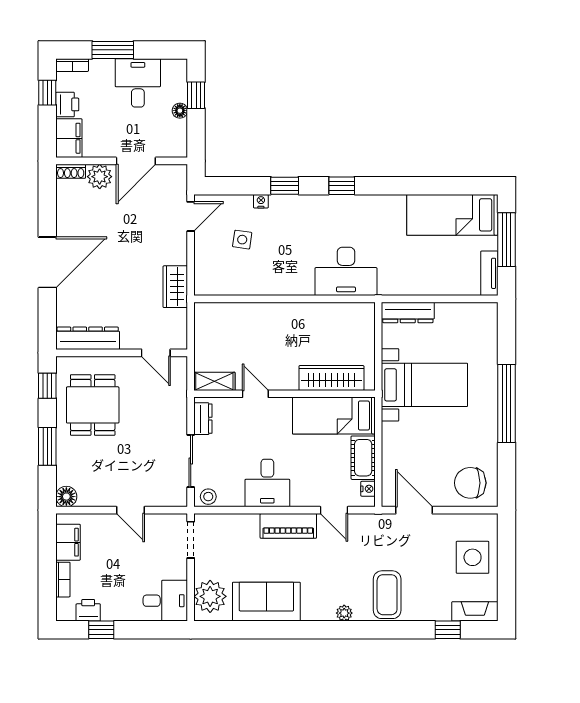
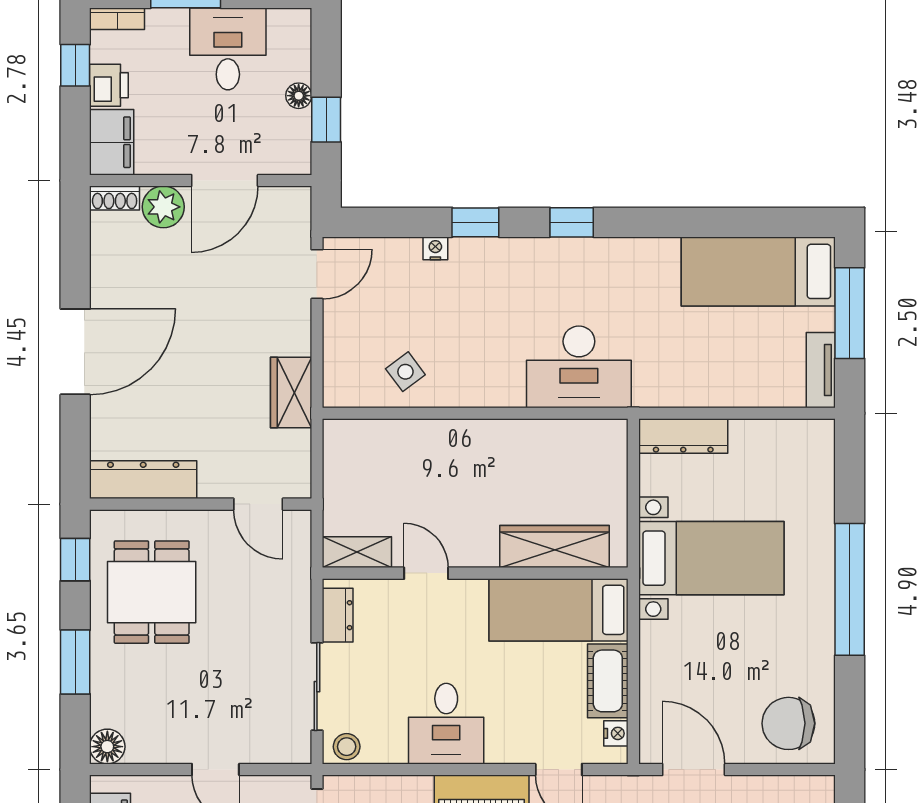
window: (196, 95) -> (326, 120), moved
side table: (242, 240) -> (405, 372), moved, turned 45

